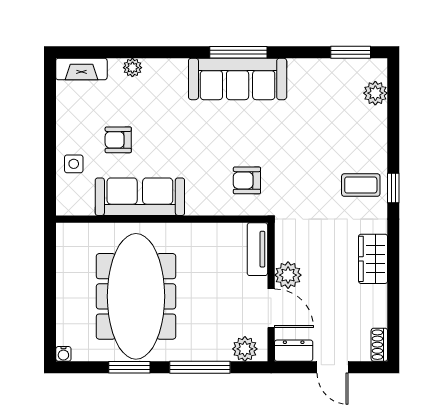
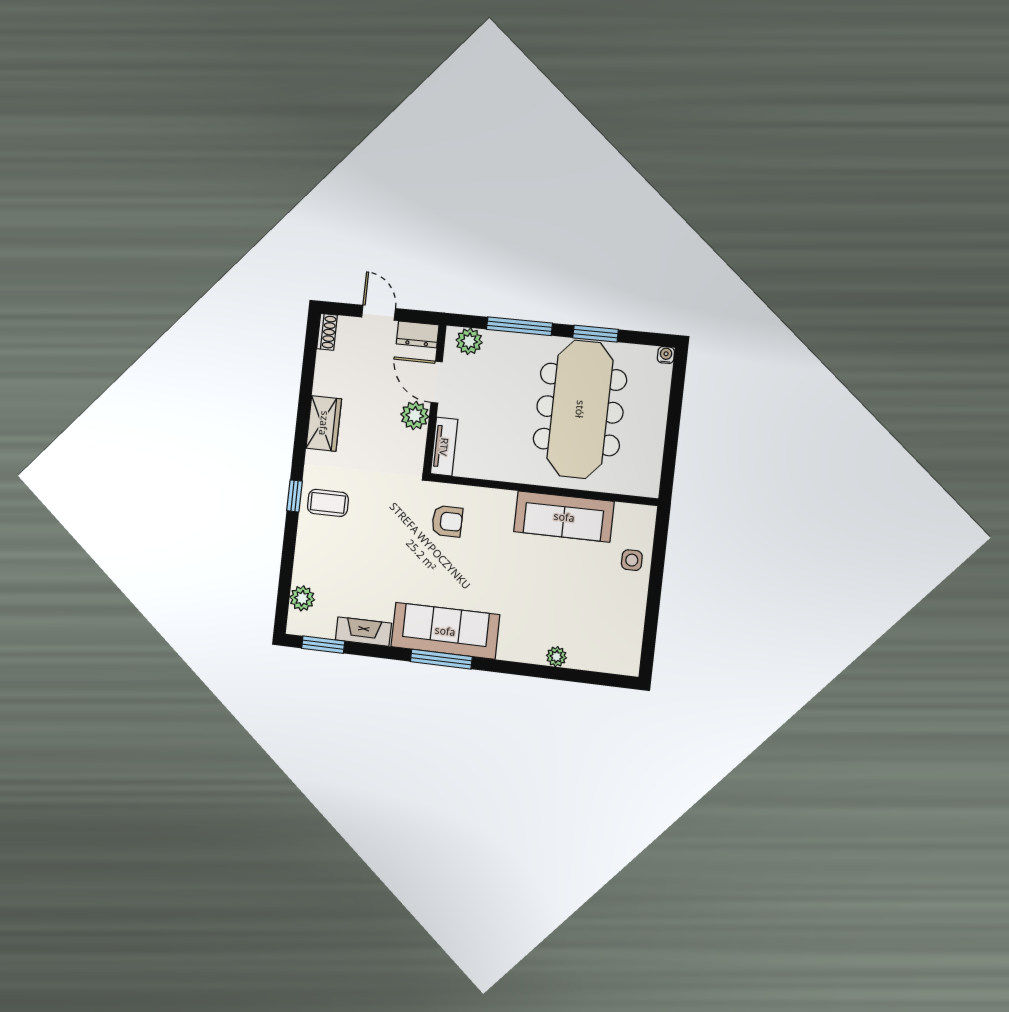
fireplace: (81, 69) -> (363, 632), moved
armchair: (118, 140) -> (580, 580), removed

